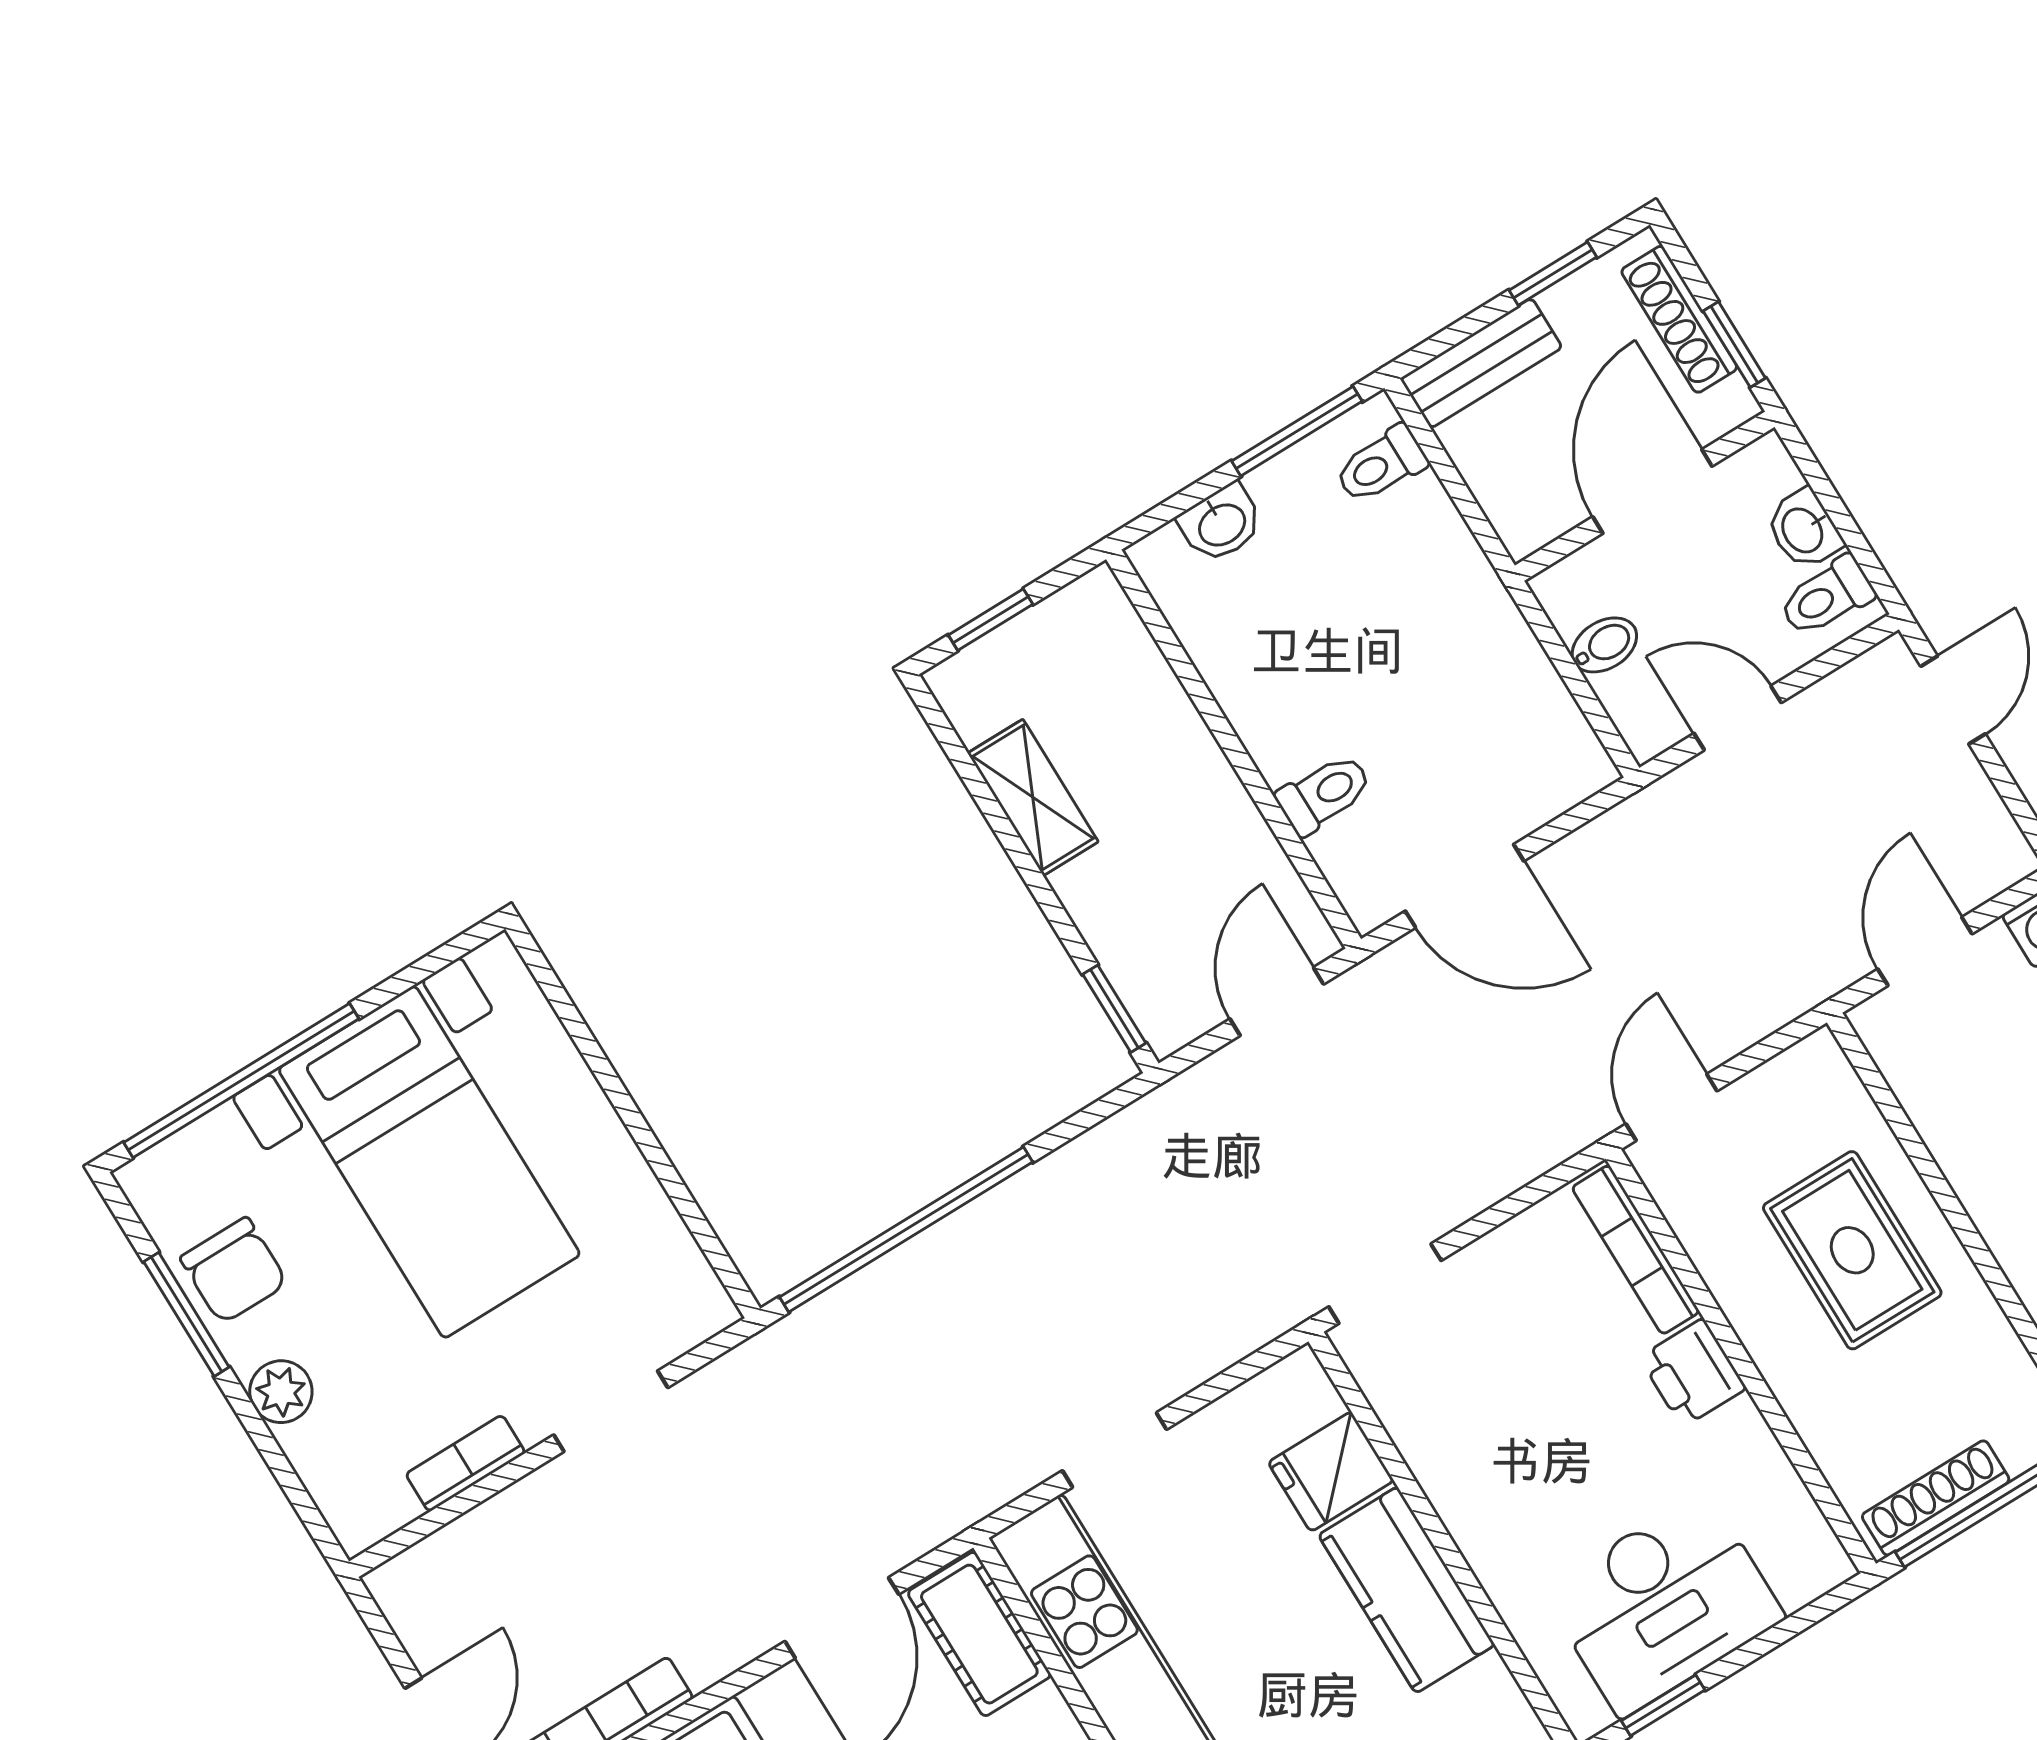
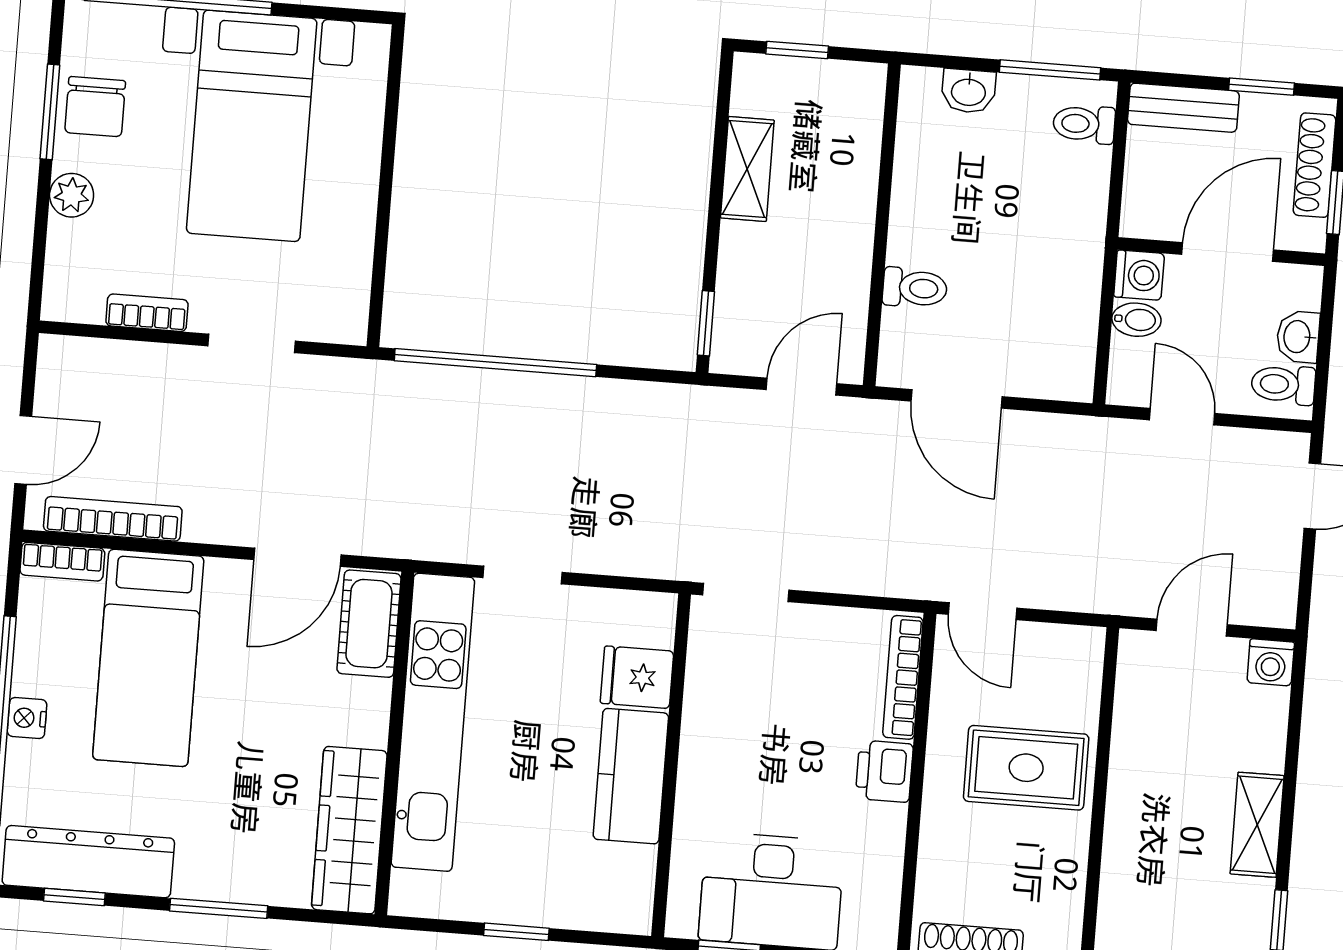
washing machine: (1570, 592) -> (1139, 275), added
door: (1672, 1107) -> (983, 611), swing flipped
rug: (1852, 1250) -> (1026, 768), turned 90

